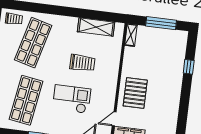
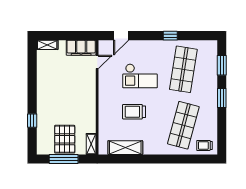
pallet: (135, 93) -> (65, 139), moved

